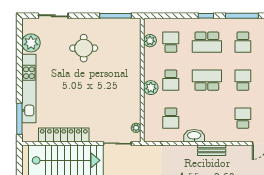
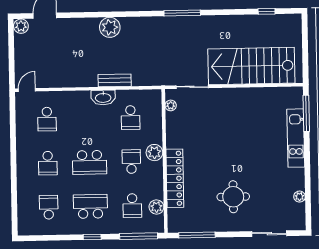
window: (242, 16) -> (139, 236), moved
plant: (31, 43) -> (299, 197), width x0.53, depth x0.53
kitchen unit: (29, 89) -> (296, 138), width x0.73
school desk: (171, 118) -> (131, 118), turned 180
locker: (64, 135) -> (175, 178), moved, turned -90
bench: (212, 150) -> (115, 80), moved

